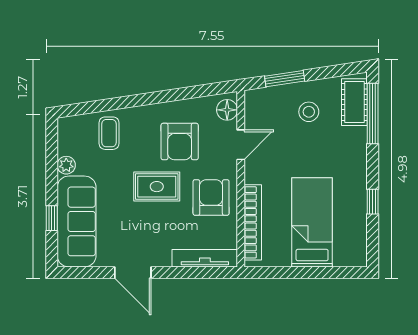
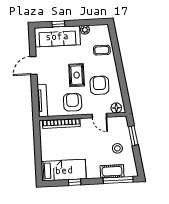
cot: (354, 102) -> (112, 171), moved
armchair: (180, 142) -> (99, 85), turned 90
armchair: (211, 197) -> (73, 102), turned -90
bed: (312, 222) -> (64, 170), moved

